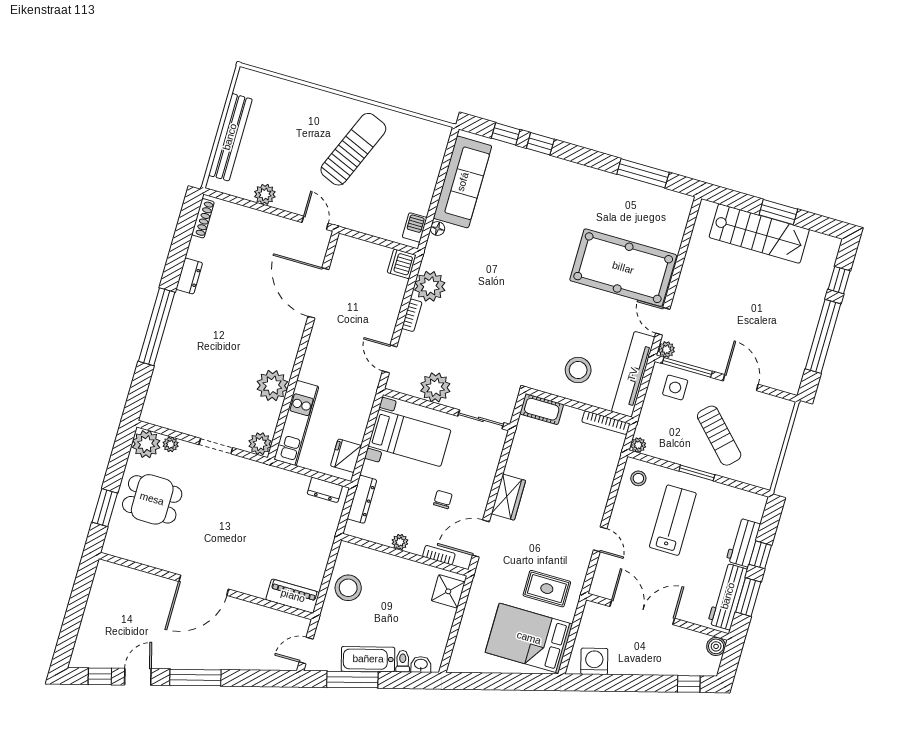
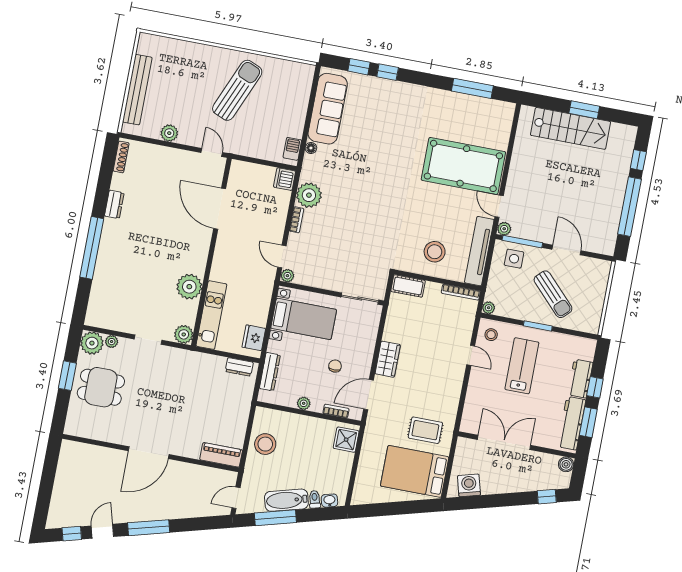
plant: (435, 387) -> (287, 276), moved, width x0.53, depth x0.53
window: (105, 508) -> (67, 376), moved
door: (600, 539) -> (471, 355), moved

